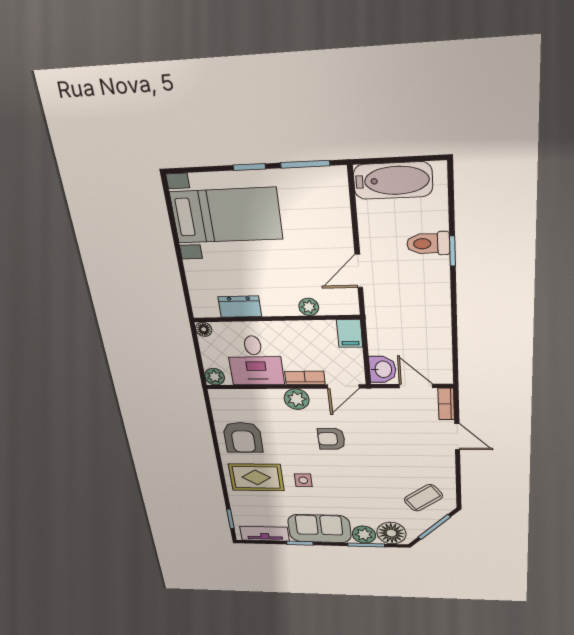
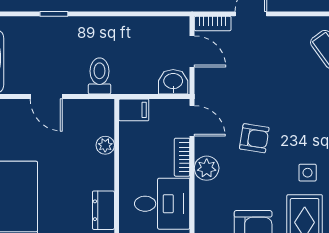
toilet: (428, 244) -> (99, 76), moved, turned 180
door: (359, 271) -> (46, 96), moved
door: (416, 386) -> (192, 51), swing flipped
armchair: (331, 439) -> (254, 138), turned -80

